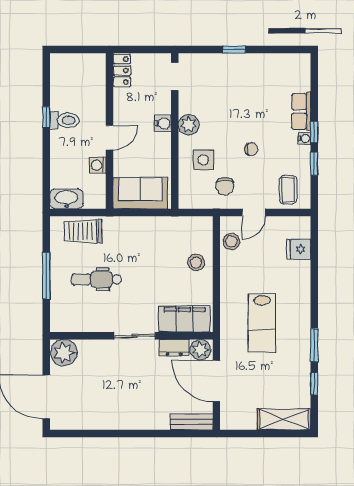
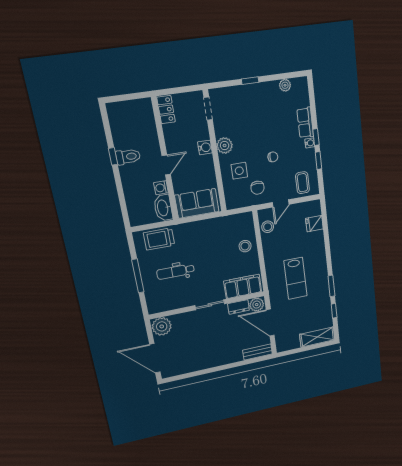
plant: (279, 61) -> (285, 85), added
washbasin: (66, 199) -> (163, 208), moved, turned -90

